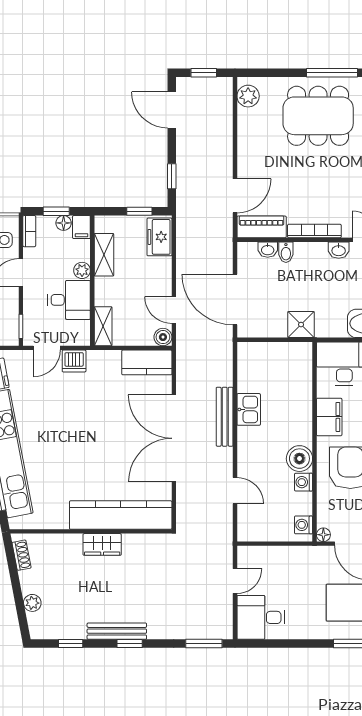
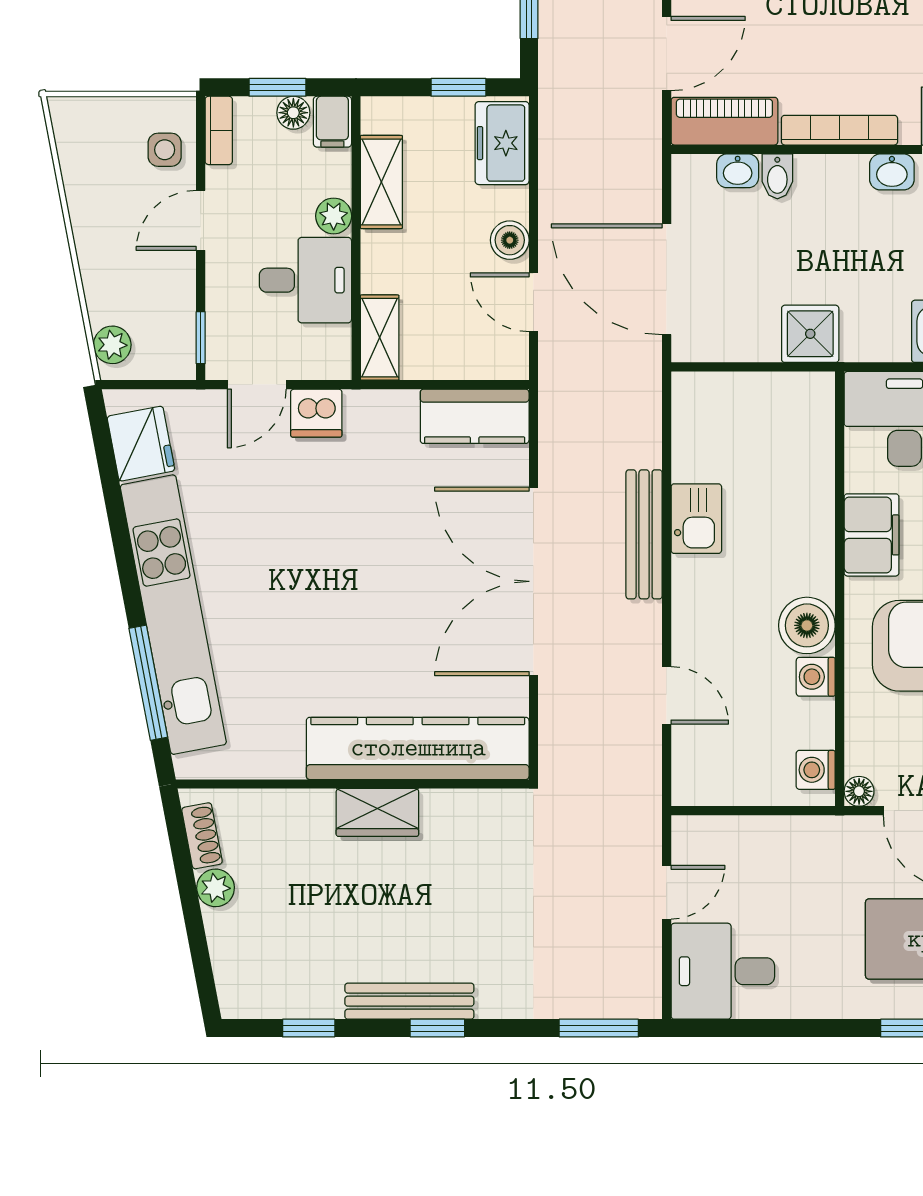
boiler: (163, 337) -> (510, 240), moved
plant: (32, 603) -> (216, 888), moved

